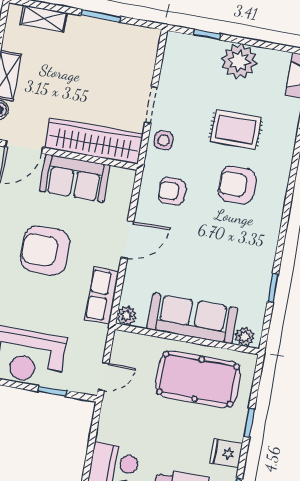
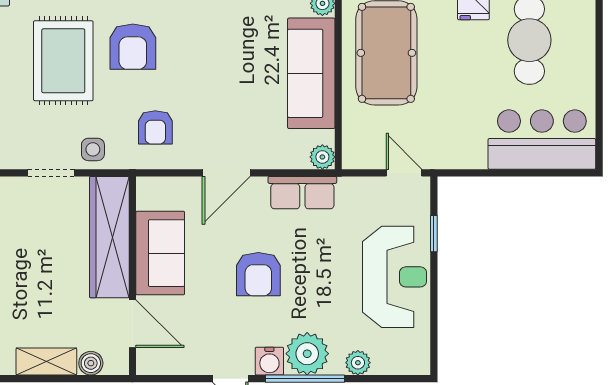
rug: (236, 130) -> (63, 61), width x1.36, depth x1.43
door: (127, 240) -> (226, 173), swing flipped
armchair: (45, 251) -> (258, 274), width x0.73, depth x0.73

